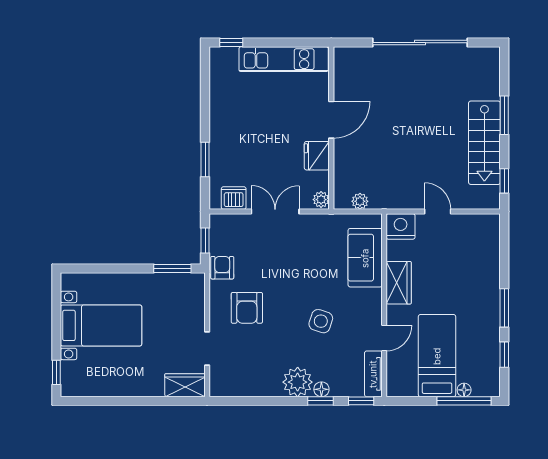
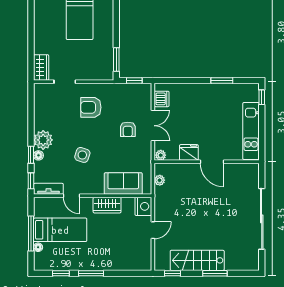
window: (205, 160) -> (222, 80), moved
armchair: (222, 268) -> (128, 129), moved, turned 90
window: (464, 401) -> (31, 233), moved

